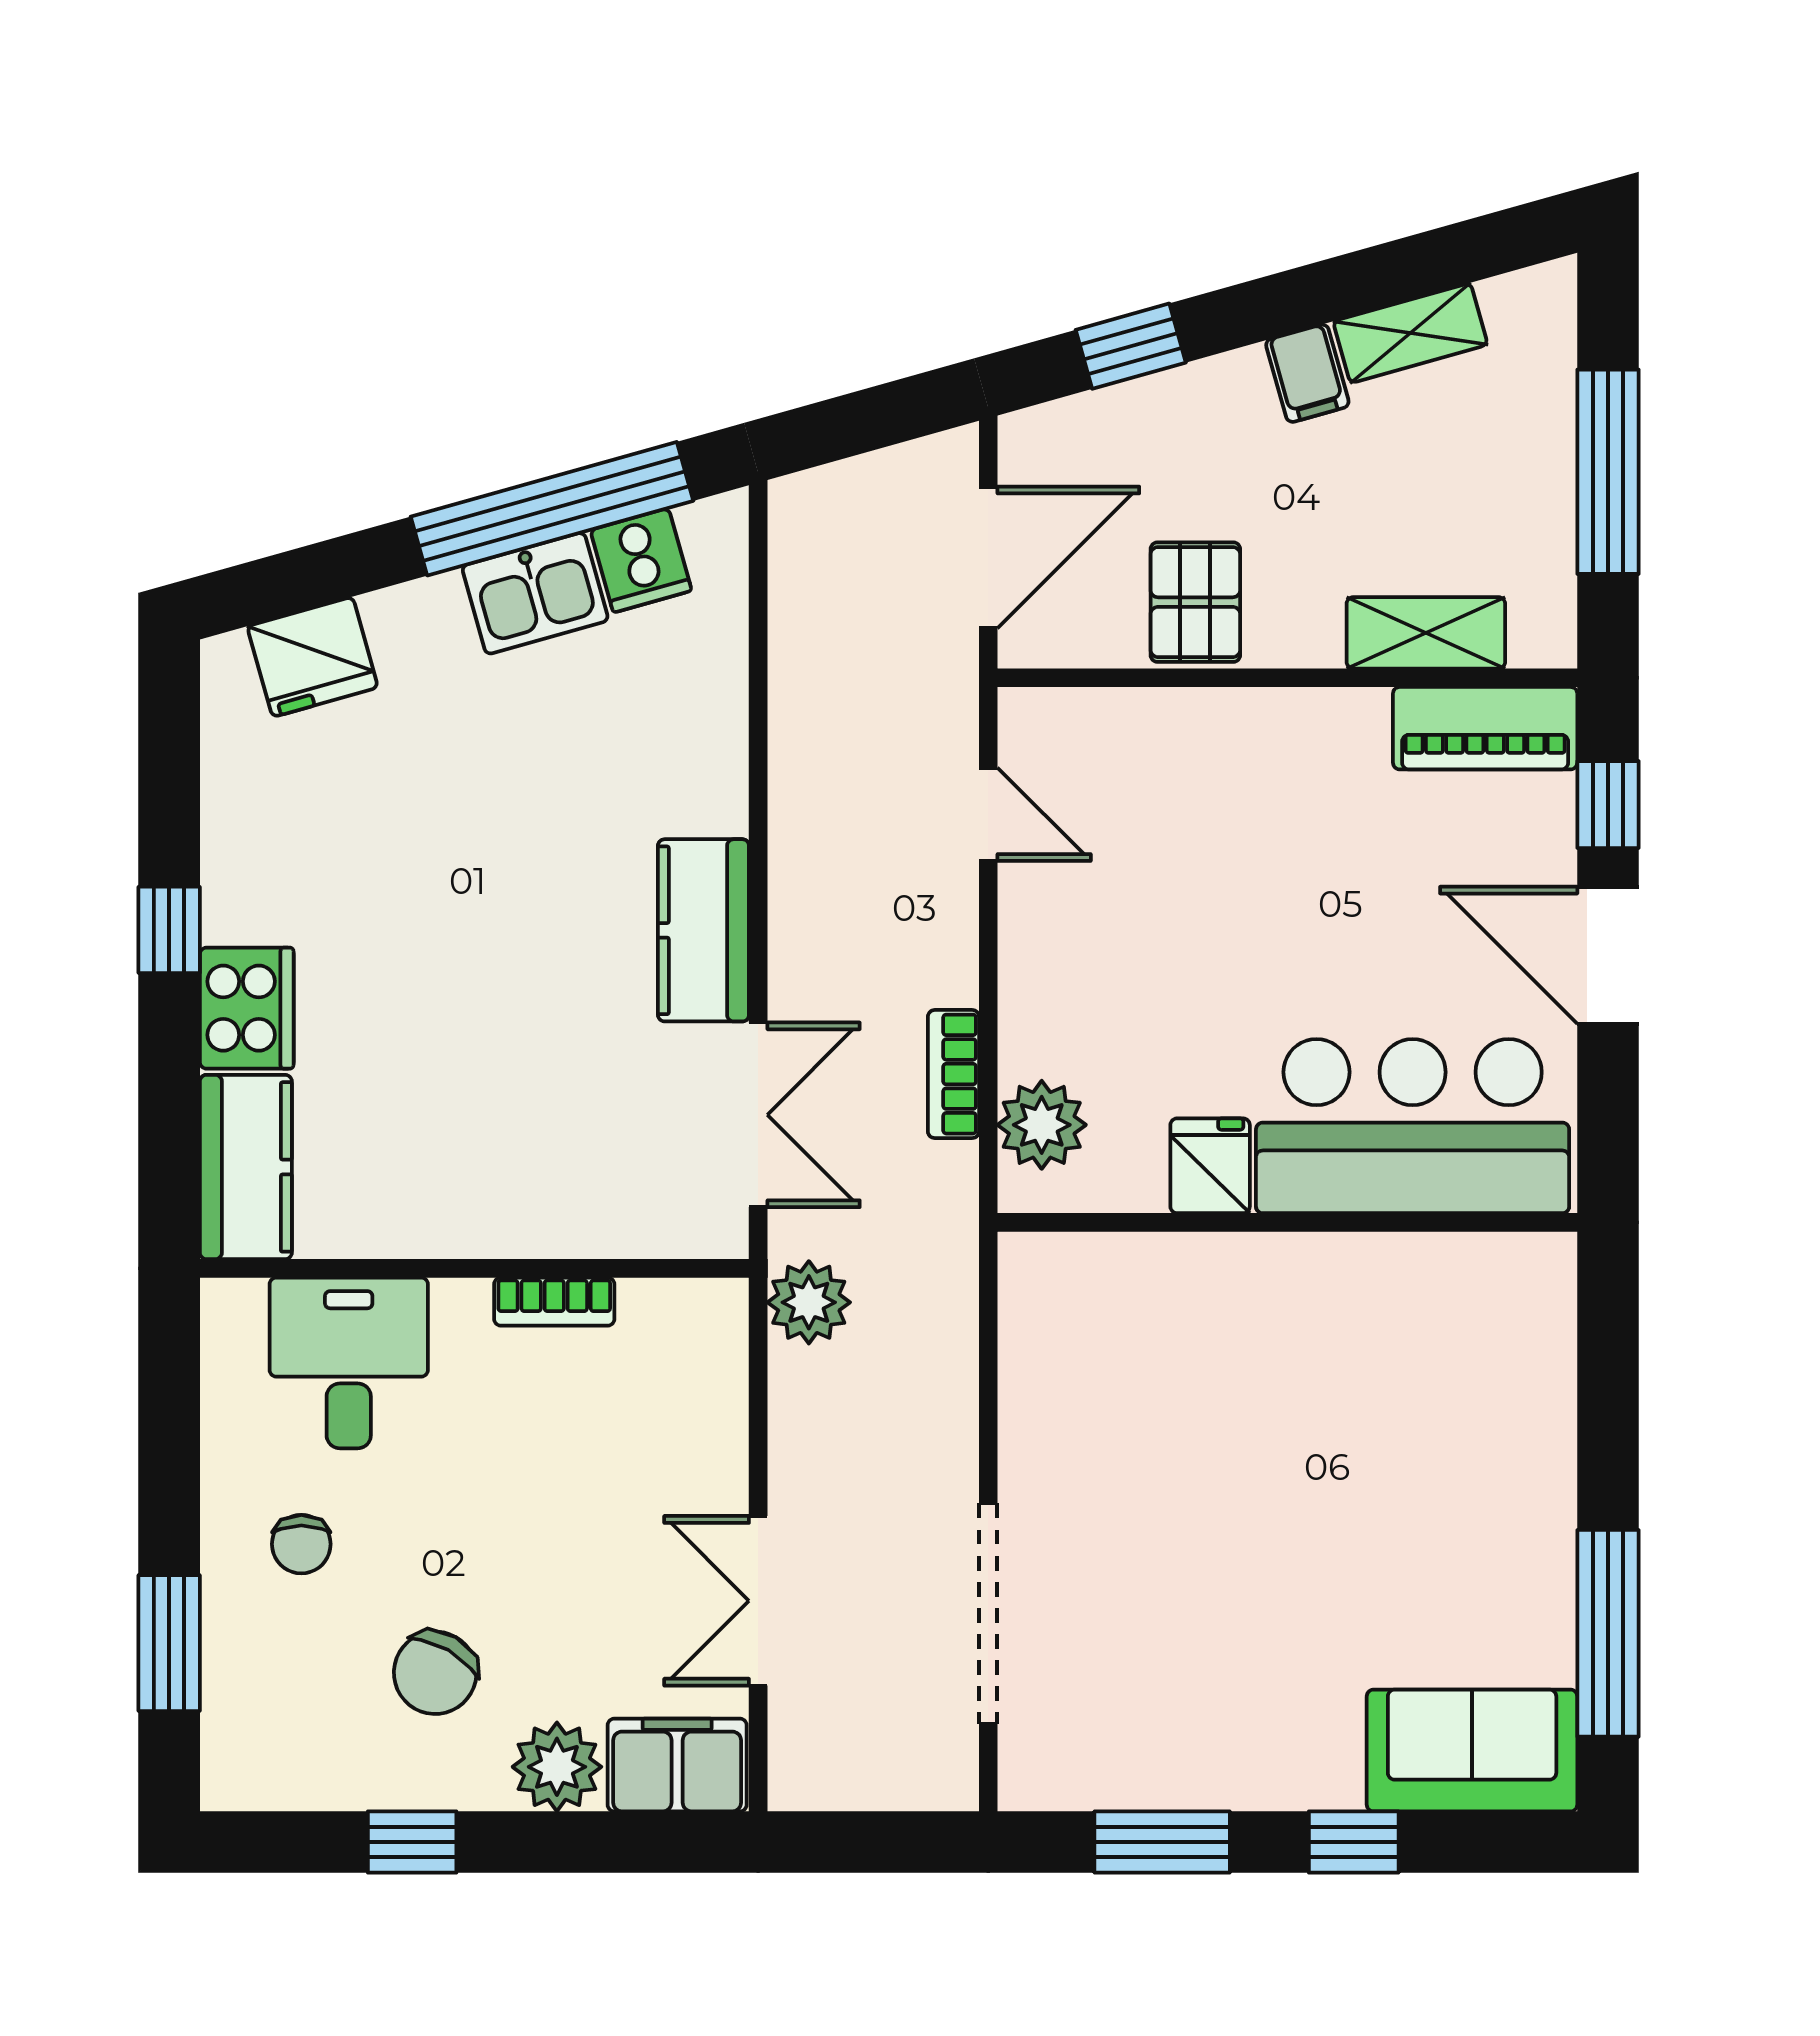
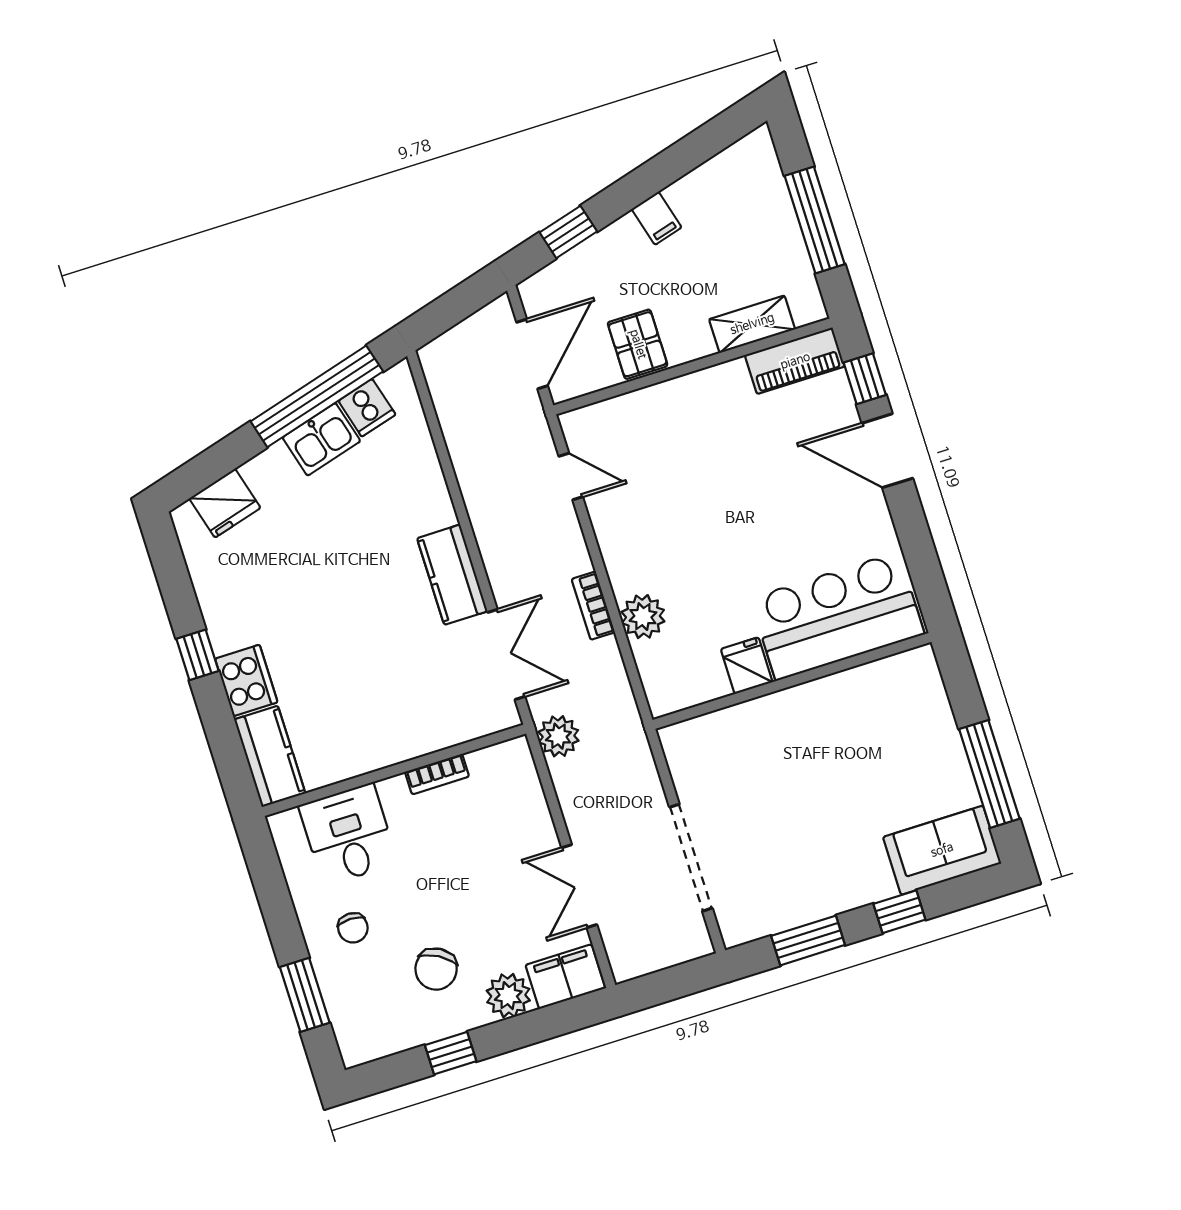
shelving: (1410, 333) -> (700, 184), removed
bar counter: (1413, 1126) -> (837, 616), moved
fridge: (1210, 1166) -> (747, 666), moved
wall: (1287, 1222) -> (792, 681), moved

